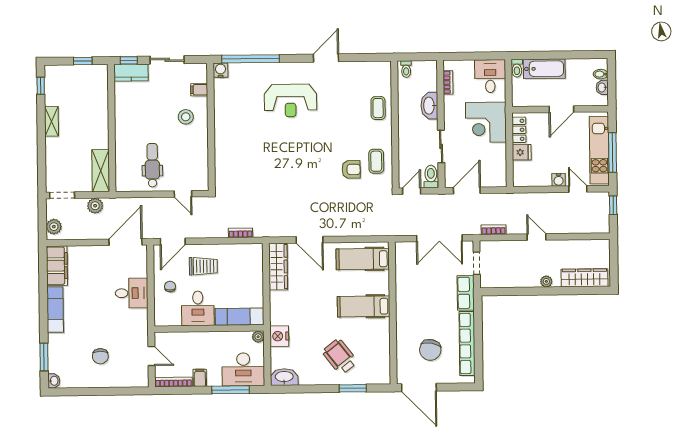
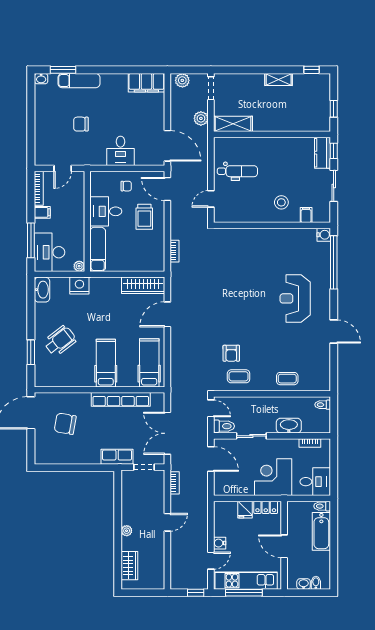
wardrobe: (584, 278) -> (129, 566), width x0.67
exam couch: (55, 310) -> (79, 81), moved
row of seats: (467, 343) -> (121, 399), moved, turned 180
chair: (100, 356) -> (81, 124), moved

